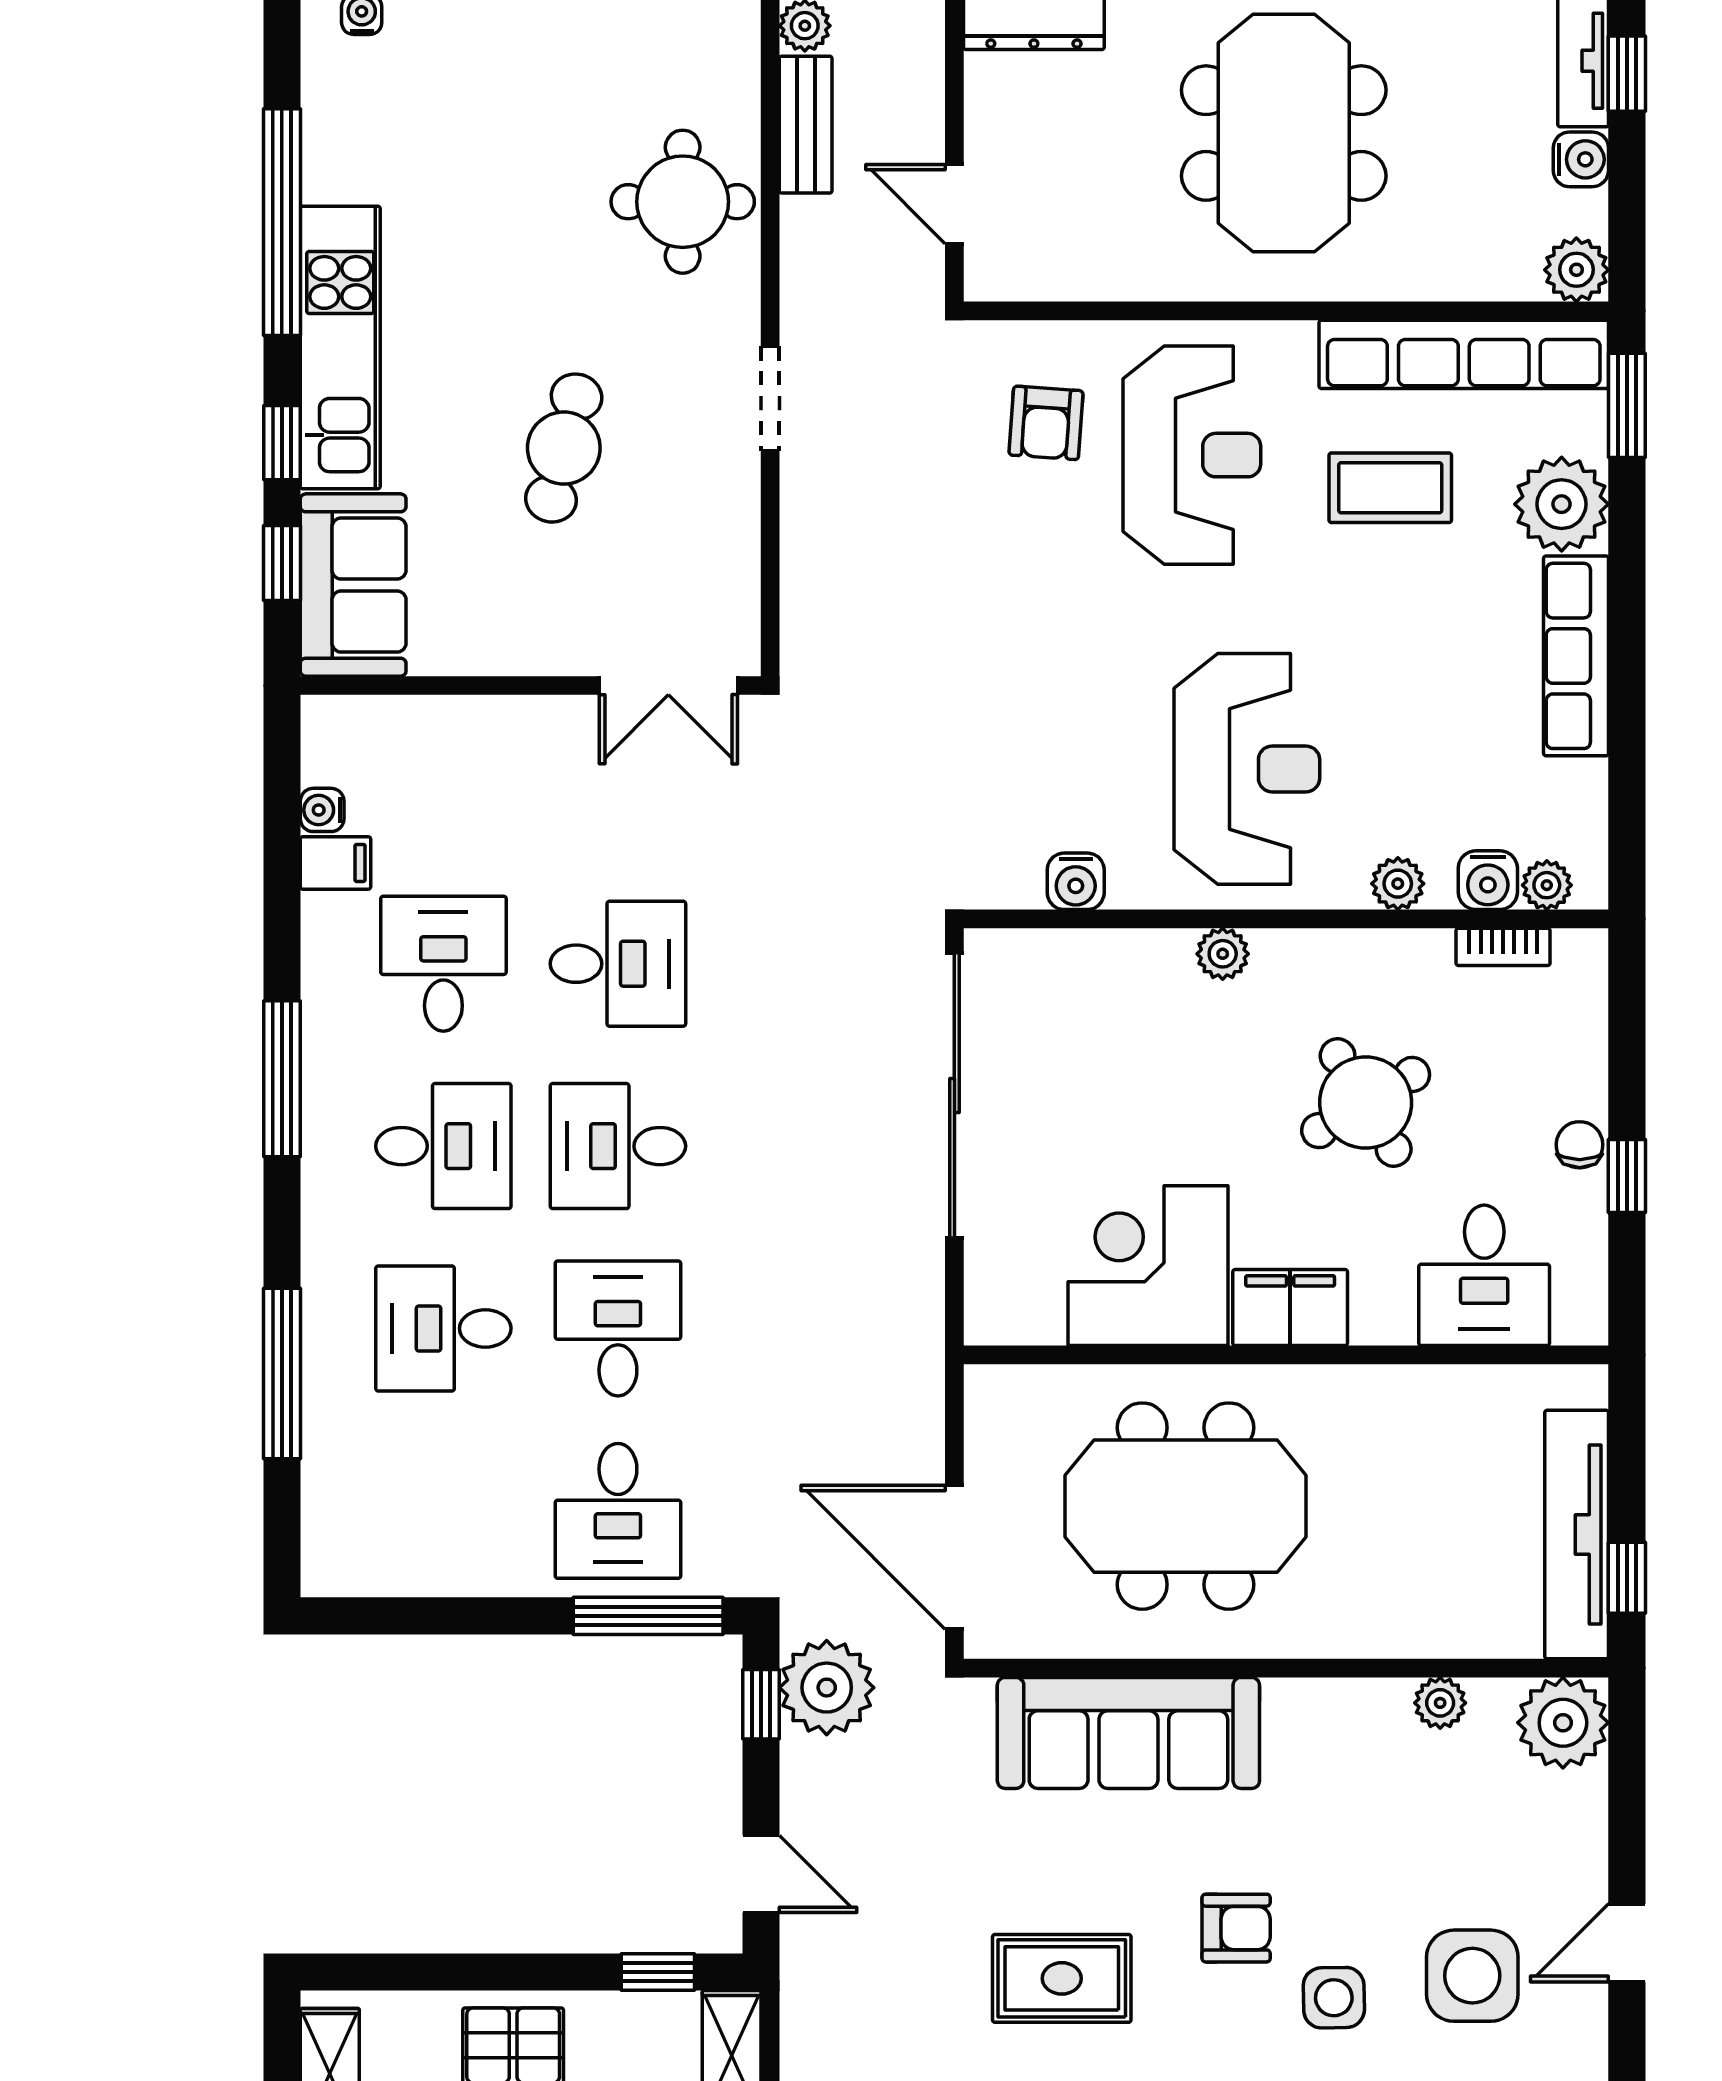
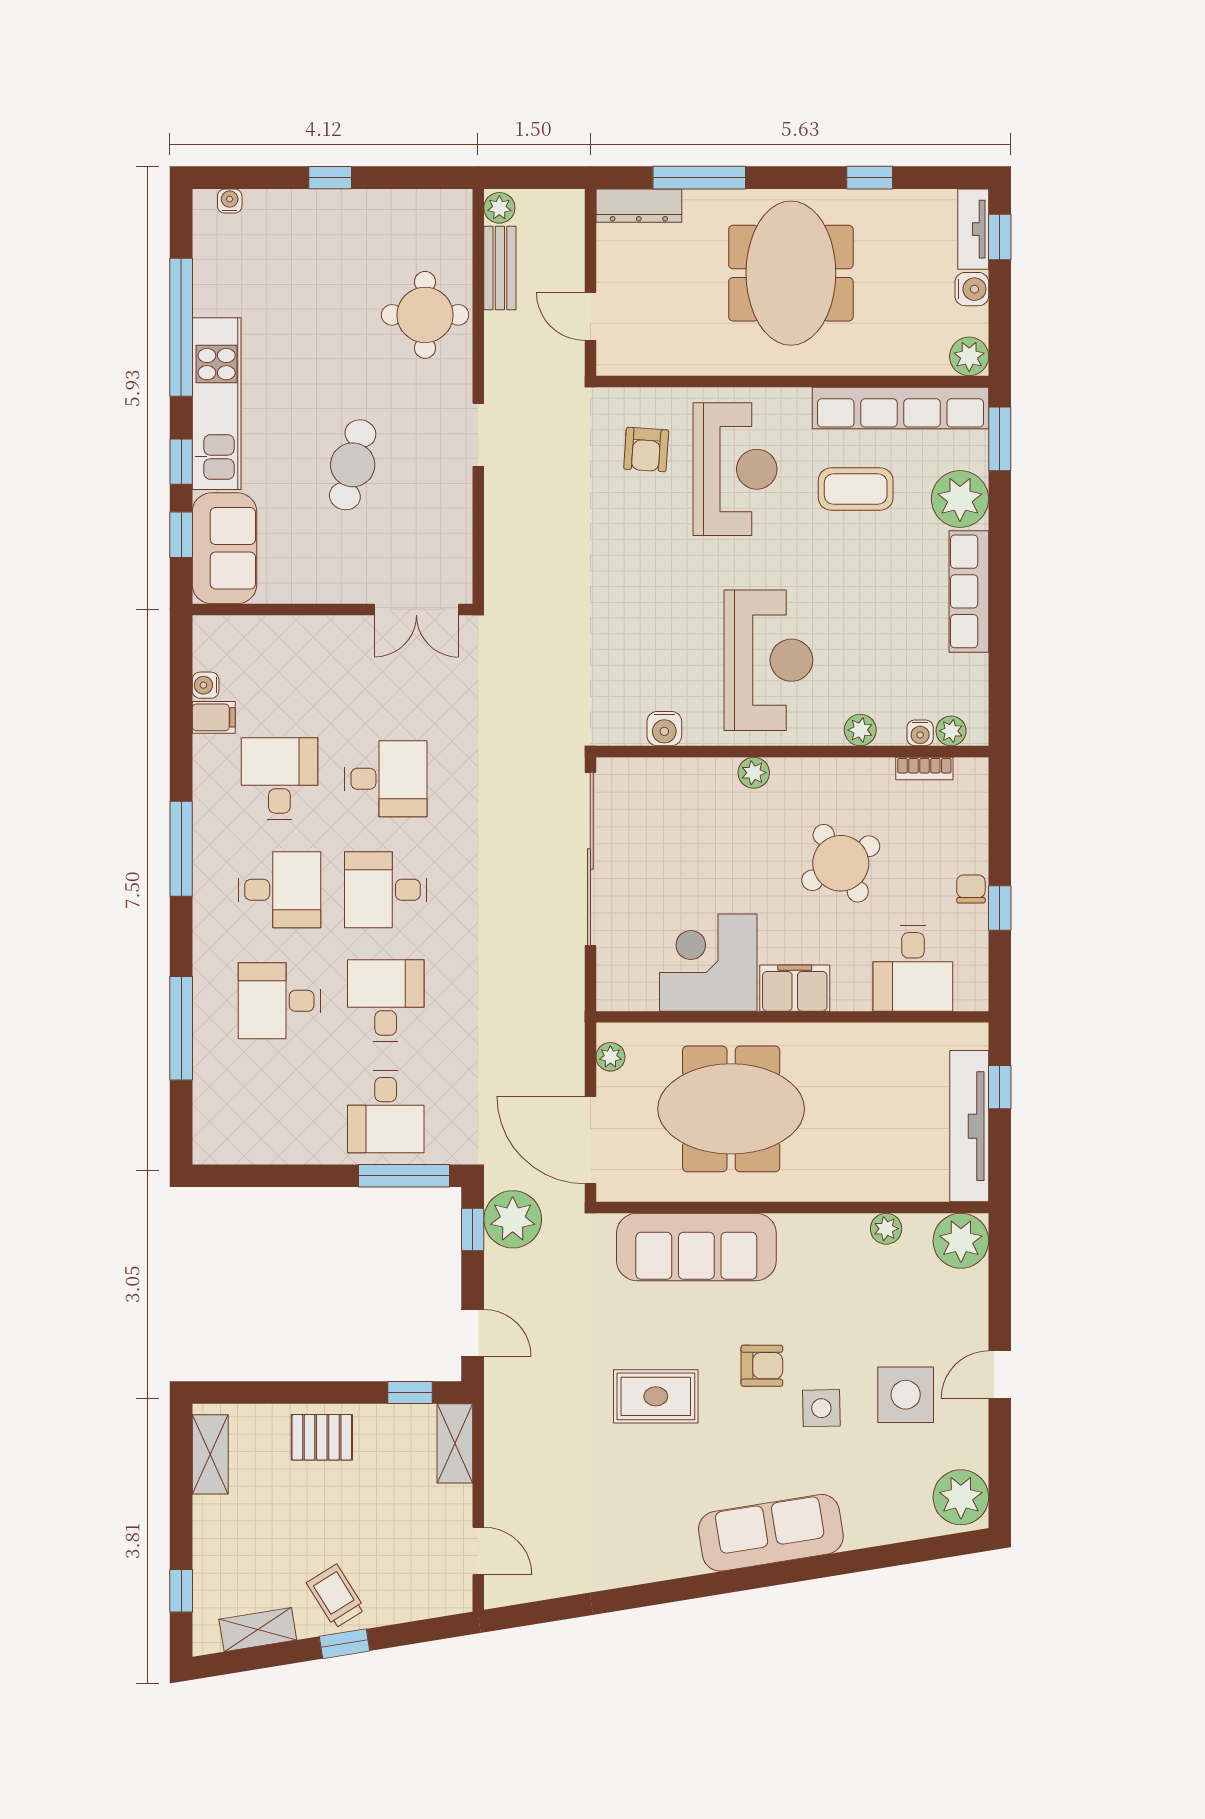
water cooler: (1488, 880) -> (920, 733), width x0.72, depth x0.72
plant: (987, 1421) -> (610, 1057), added
window: (1627, 1578) -> (1000, 1087), moved

